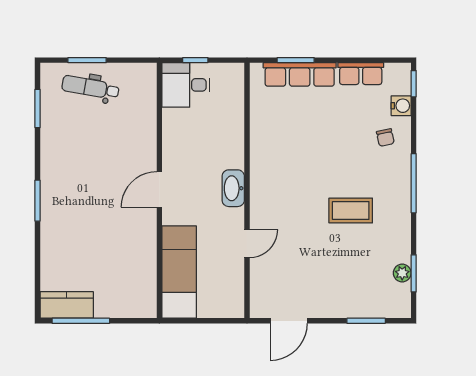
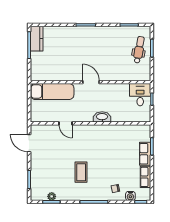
row of seats: (300, 74) -> (145, 154), width x0.68
washbasin: (233, 188) -> (102, 117), moved

